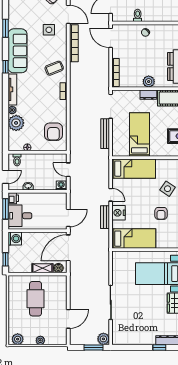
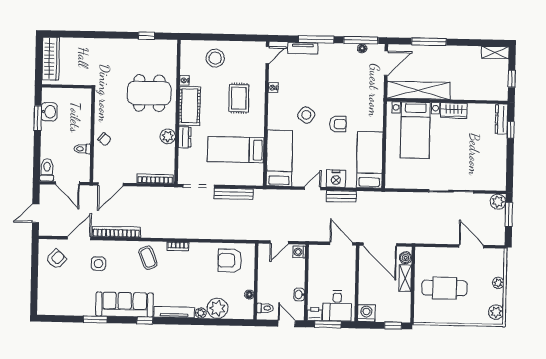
armchair: (53, 132) -> (230, 260), turned 180

